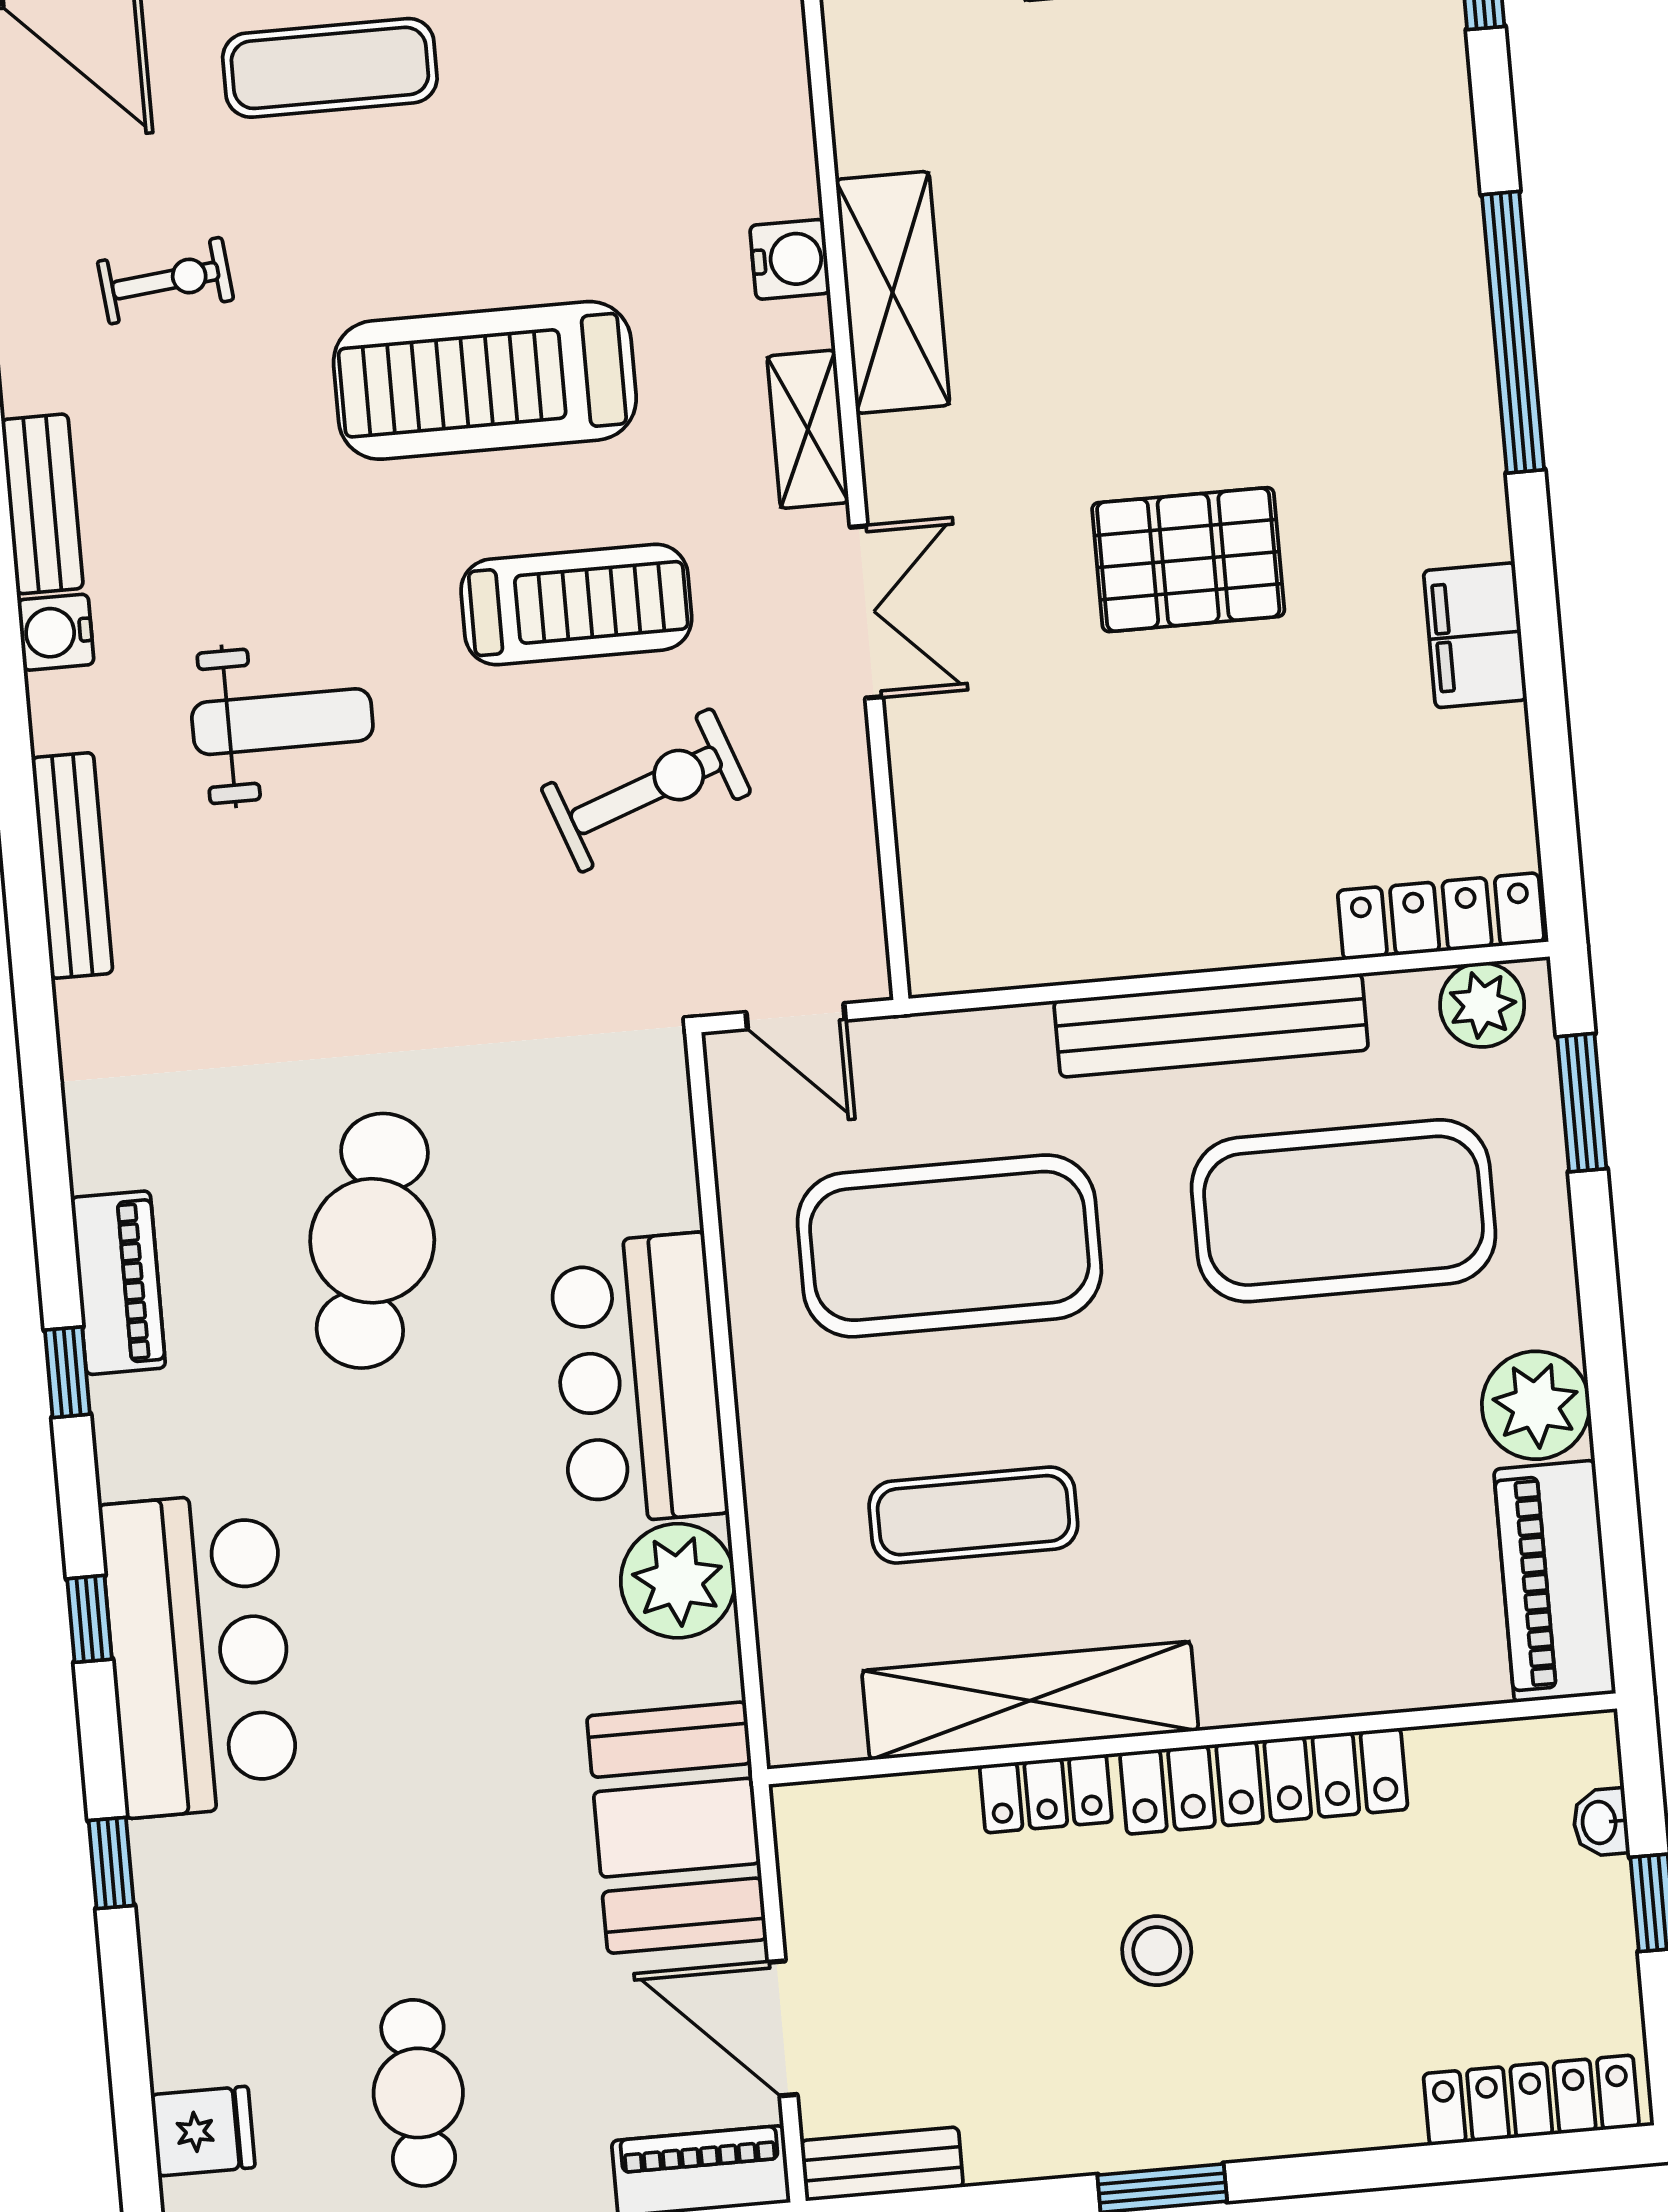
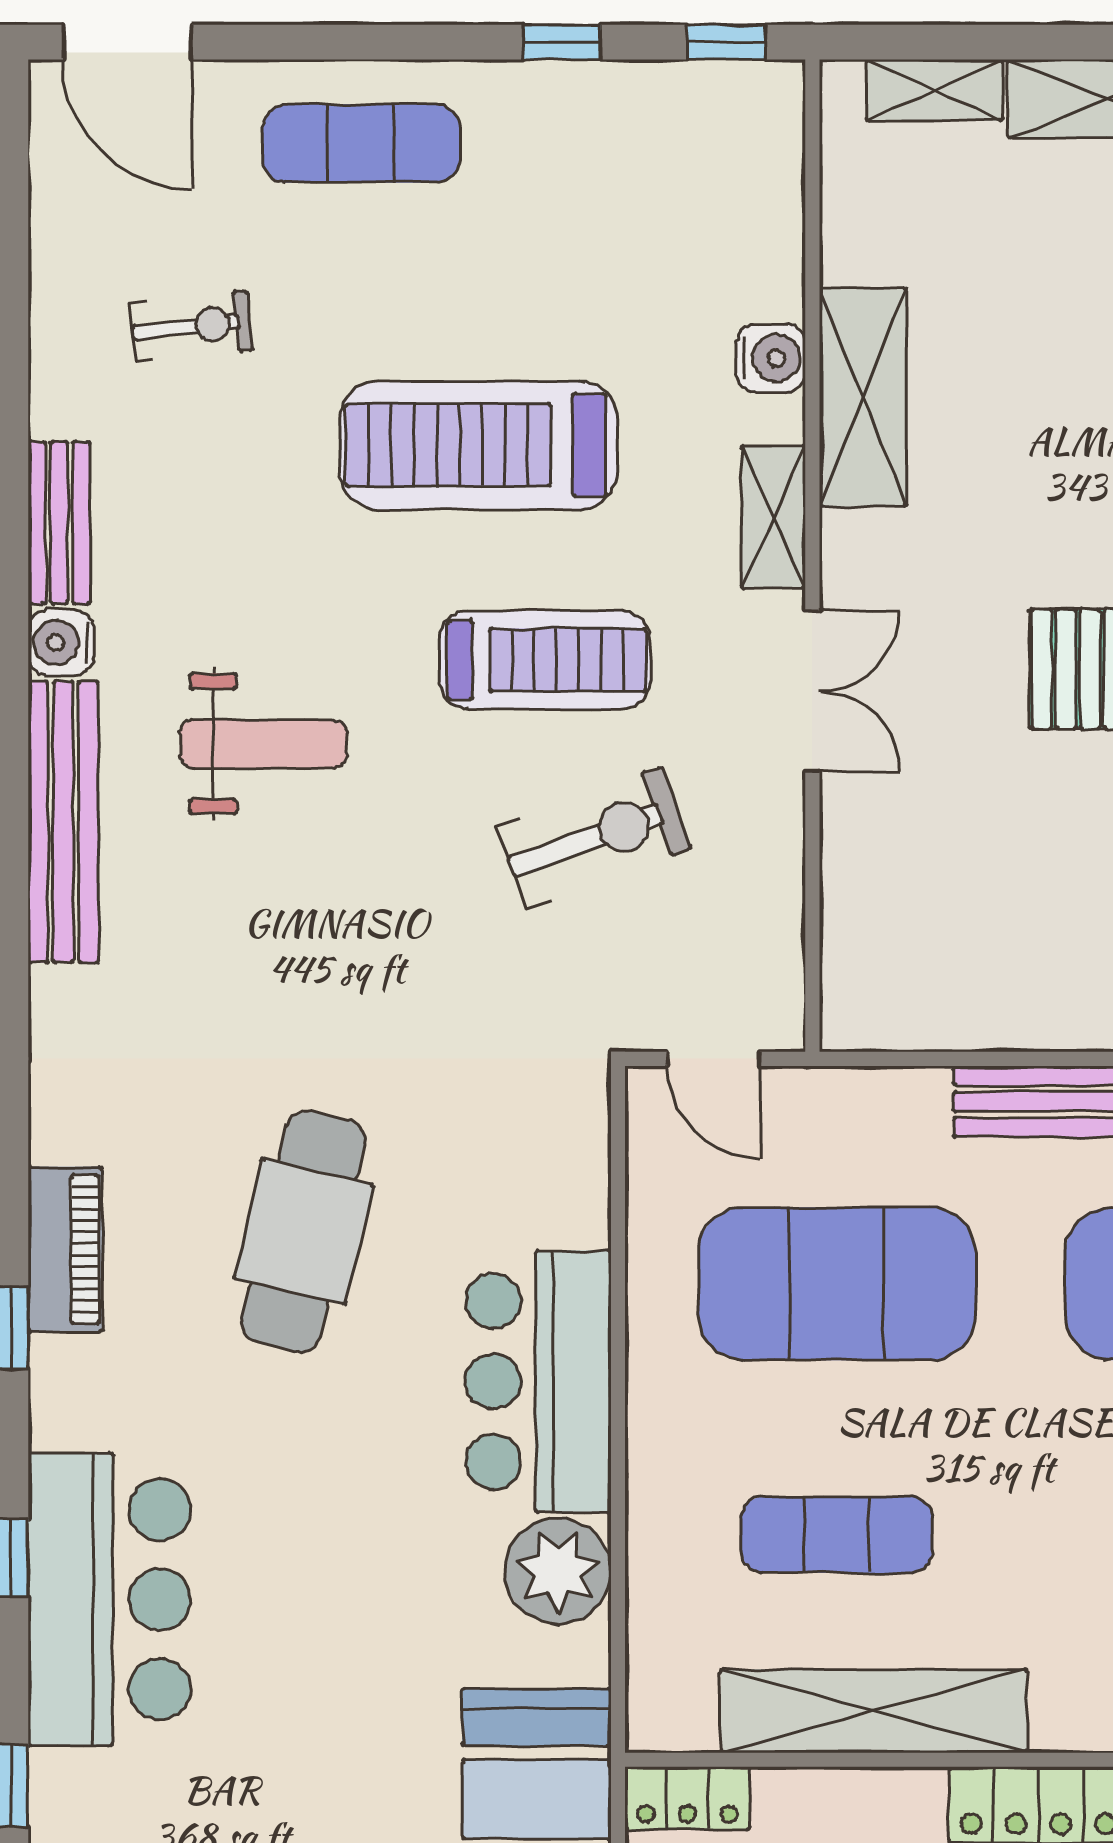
bench: (72, 865) -> (63, 822), width x1.37, depth x1.21
locker: (1046, 1794) -> (687, 1798), moved

